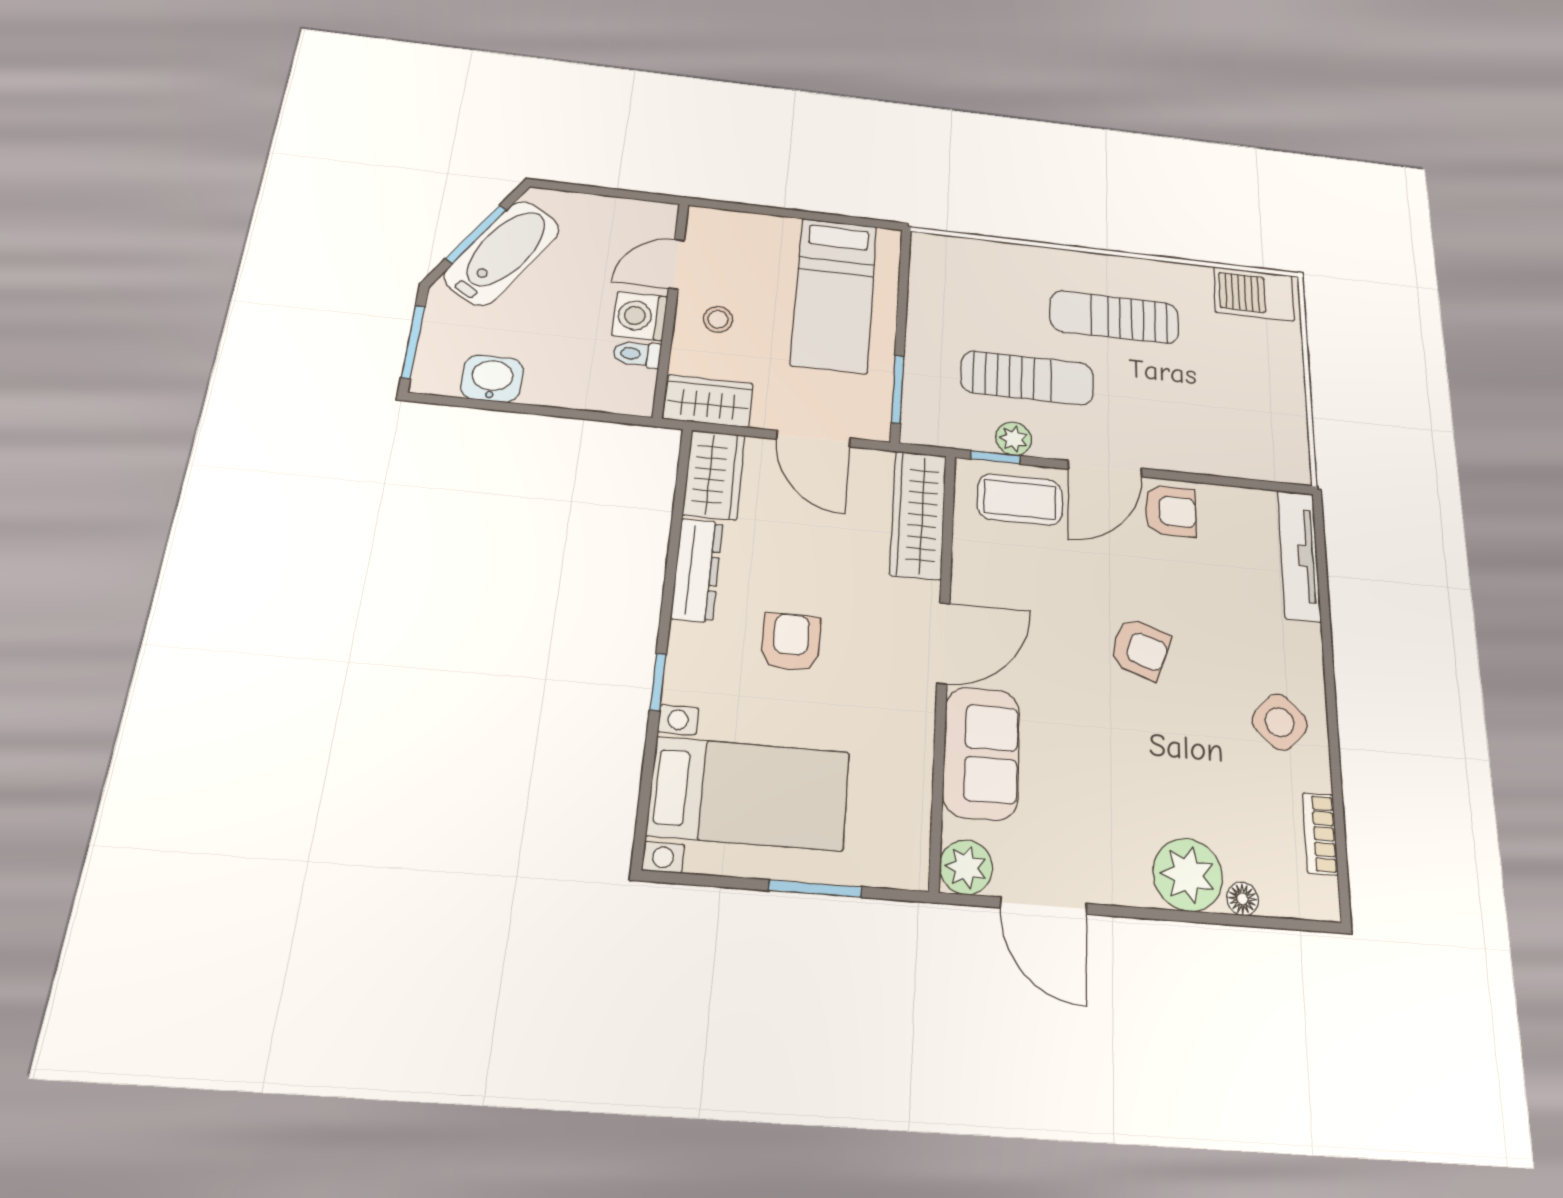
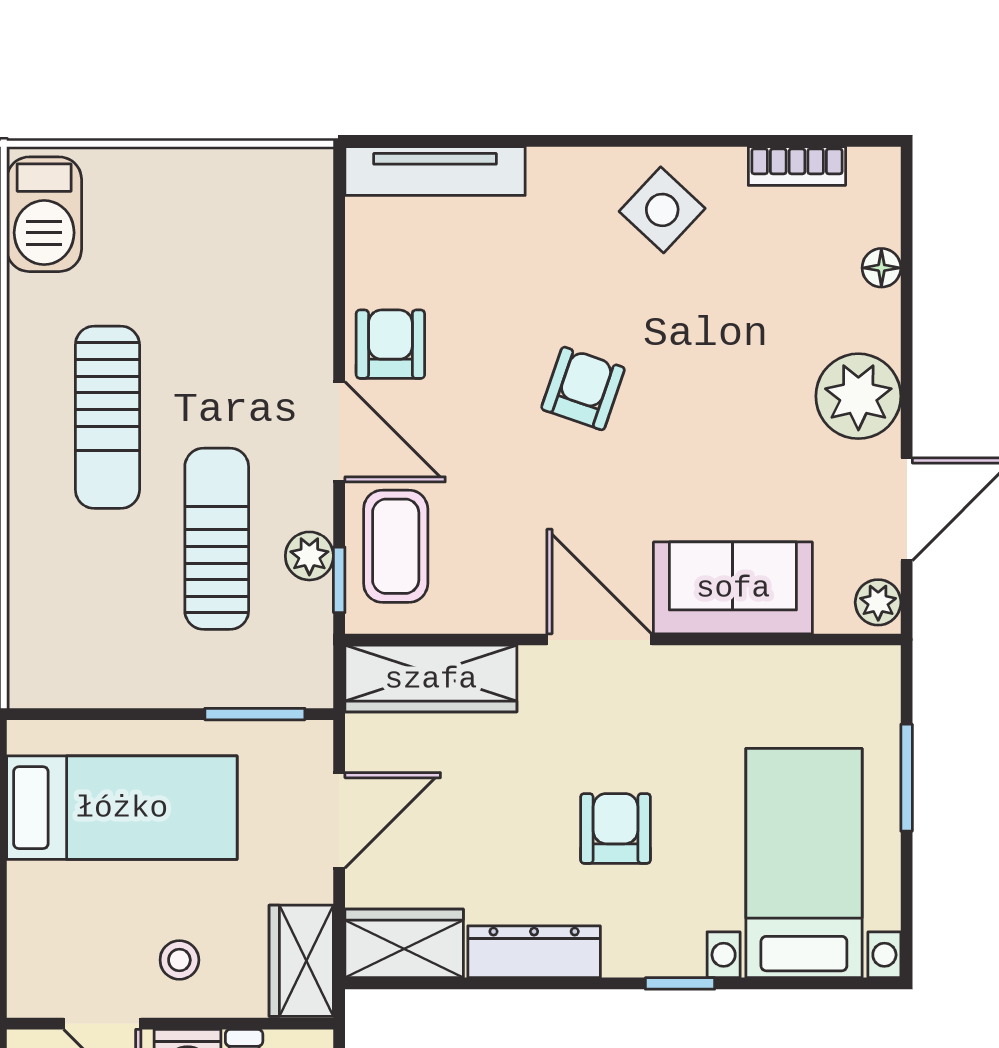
armchair: (791, 642) -> (616, 828), turned 90
plant: (966, 867) -> (878, 602), width x0.73, depth x0.73
plant: (1188, 875) -> (858, 396), moved

